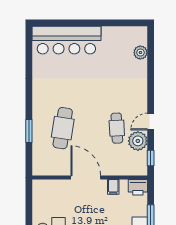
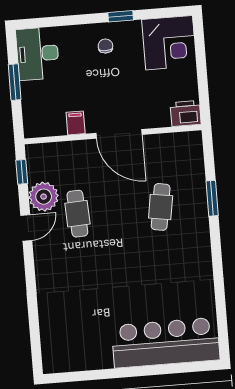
plant: (140, 53) -> (50, 333), removed
cafe table: (63, 128) -> (161, 207), width x0.73, depth x0.74
printer: (138, 187) -> (186, 113), moved

